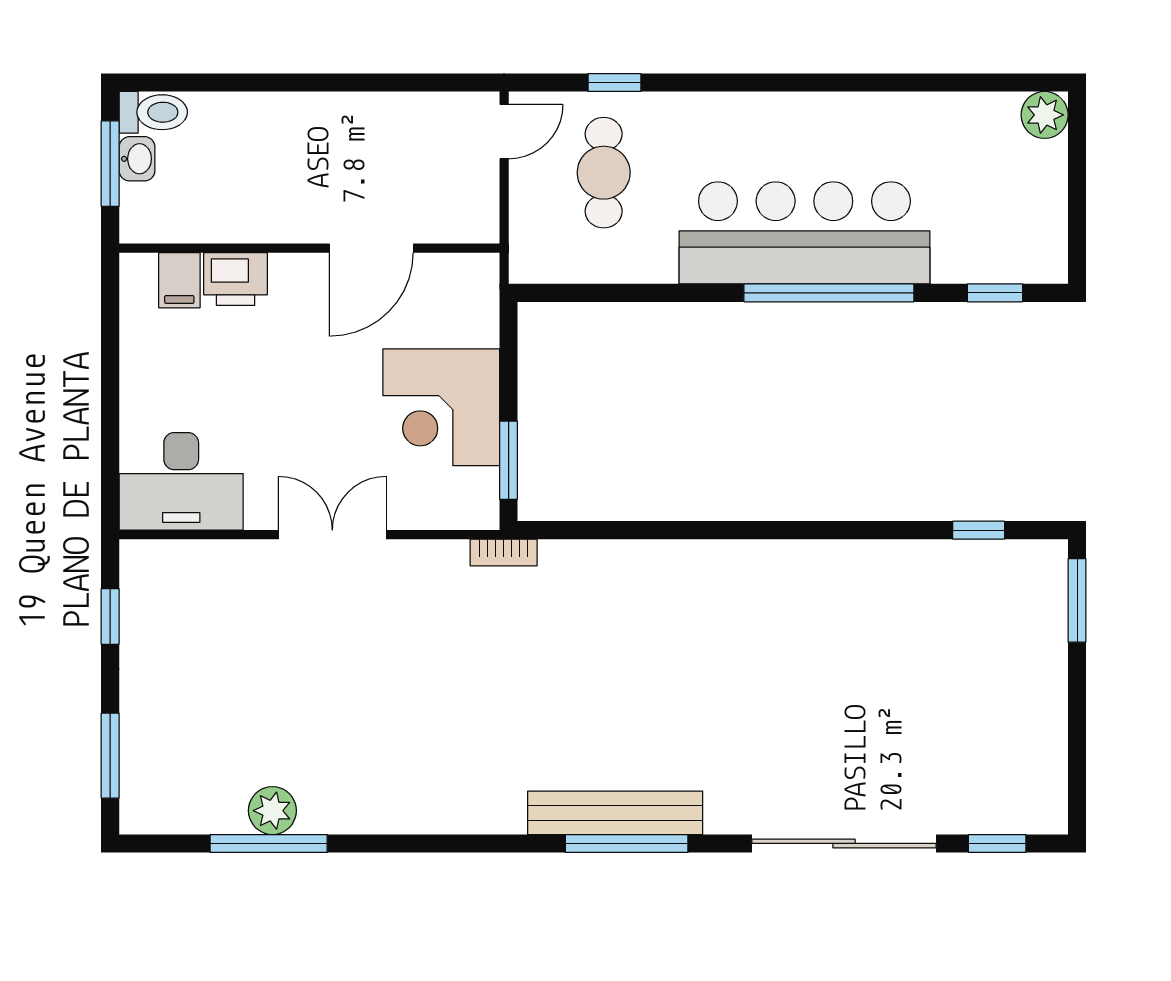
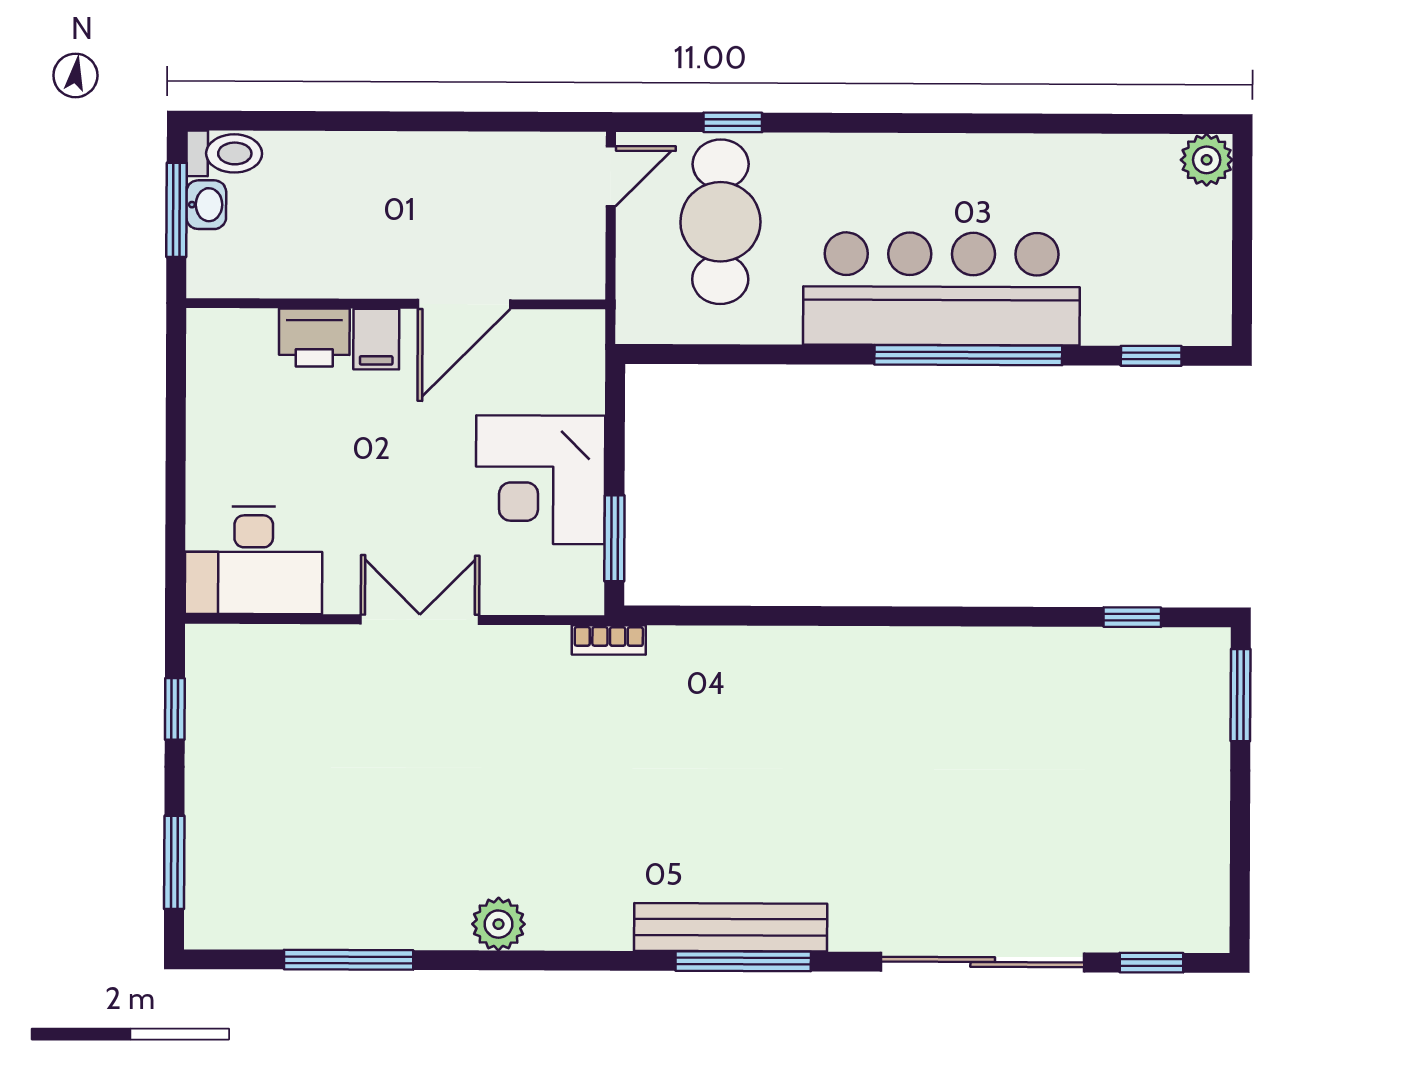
cafe table: (604, 173) -> (720, 222), width x1.37, depth x1.35
filing cabinet: (179, 280) -> (376, 339), moved
plant: (272, 811) -> (498, 924), moved

